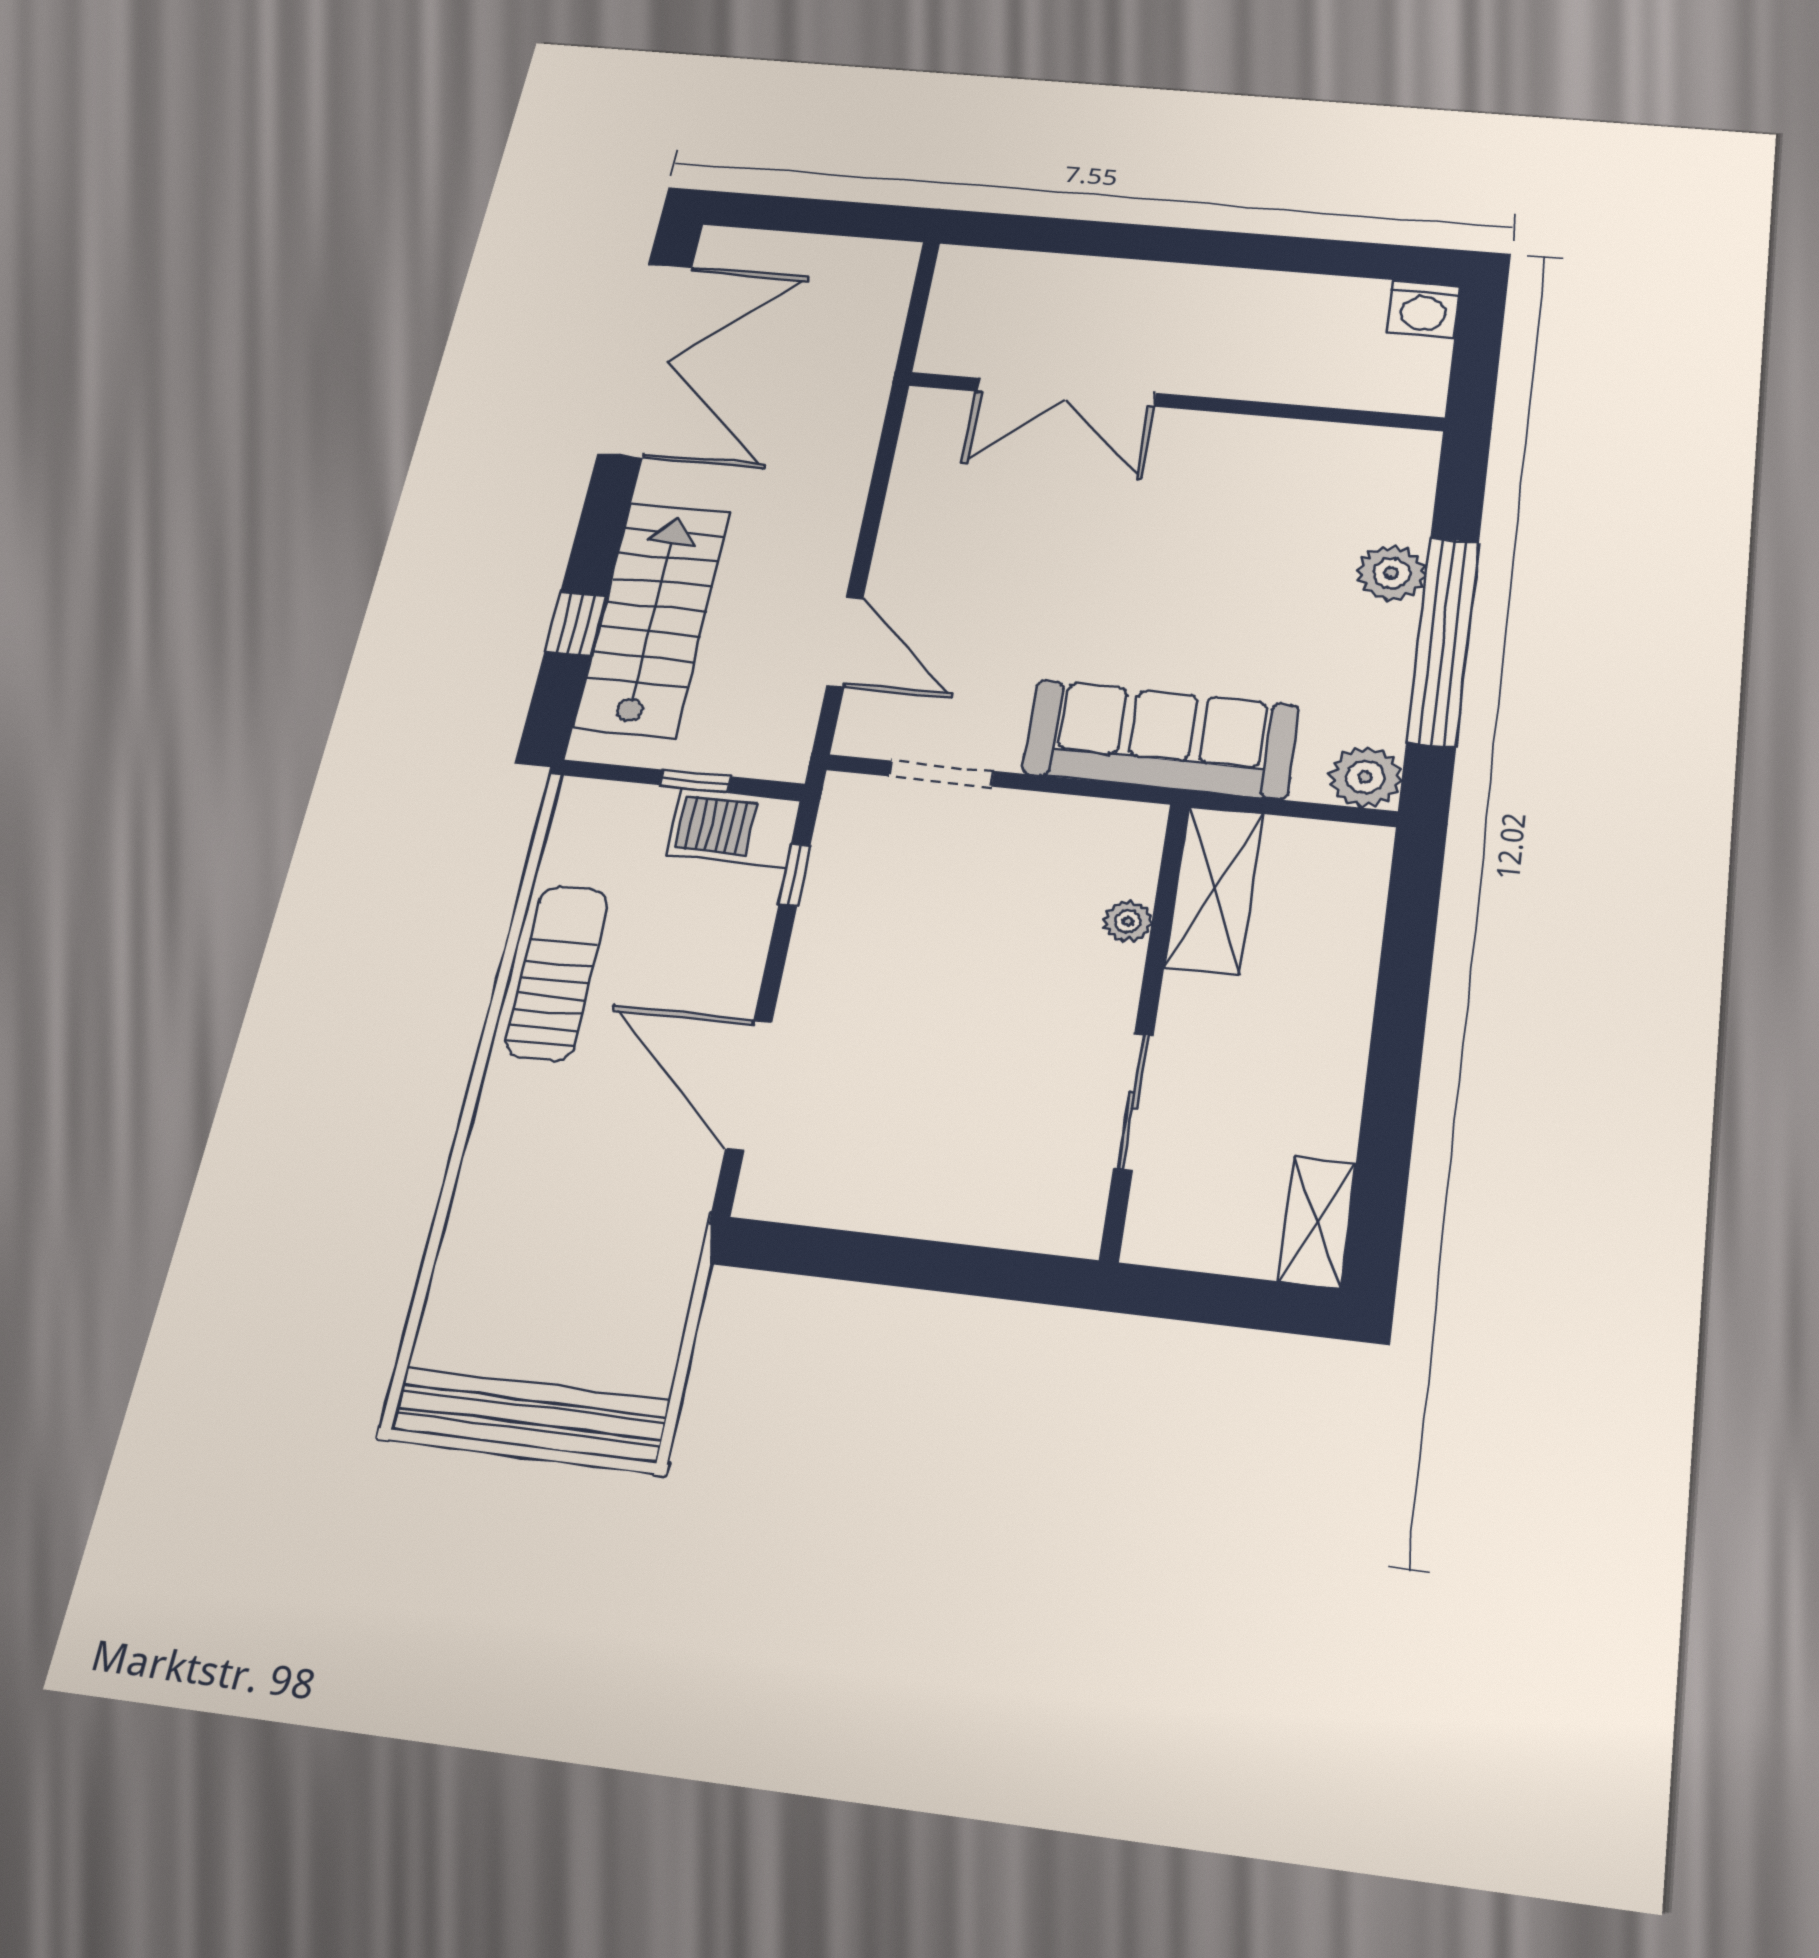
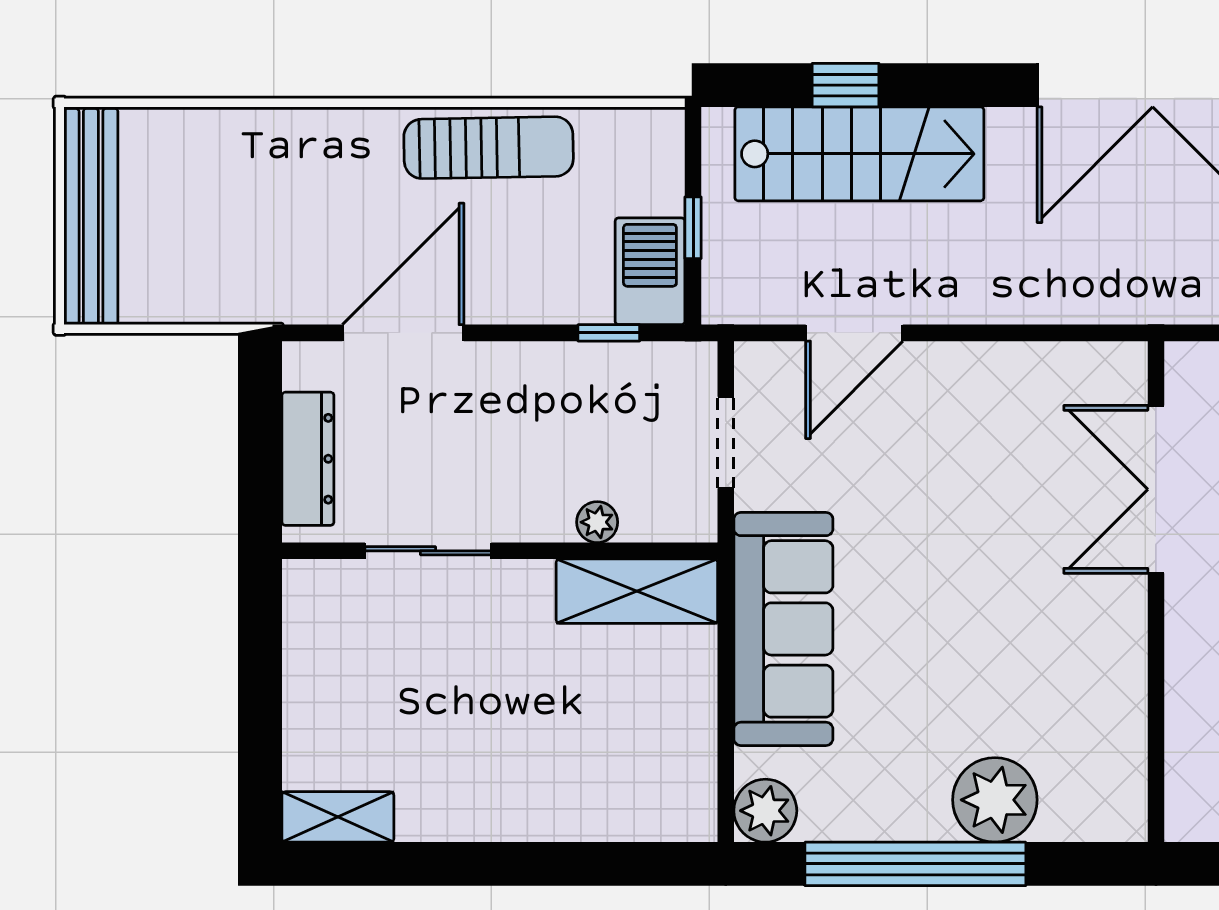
plant: (1391, 573) -> (995, 800), width x1.36, depth x1.36
shelving: (1214, 890) -> (637, 591), moved
plant: (1128, 921) -> (597, 522), moved
wall: (1145, 1025) -> (500, 551), moved
sliding door: (1134, 1101) -> (428, 551), moved
dresser: (877, 1205) -> (308, 459), added

